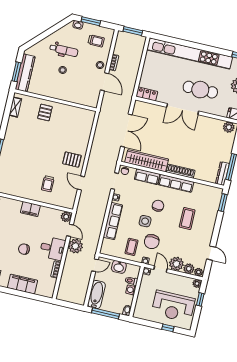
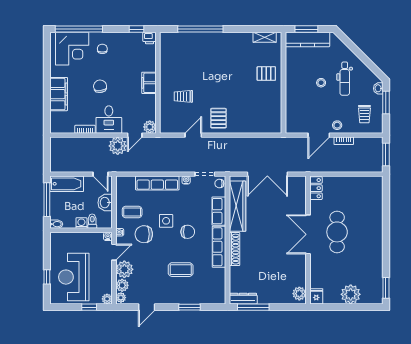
kitchen unit: (190, 54) -> (375, 227), removed
cafe table: (200, 90) -> (337, 232), moved
window: (223, 203) -> (190, 307), moved

